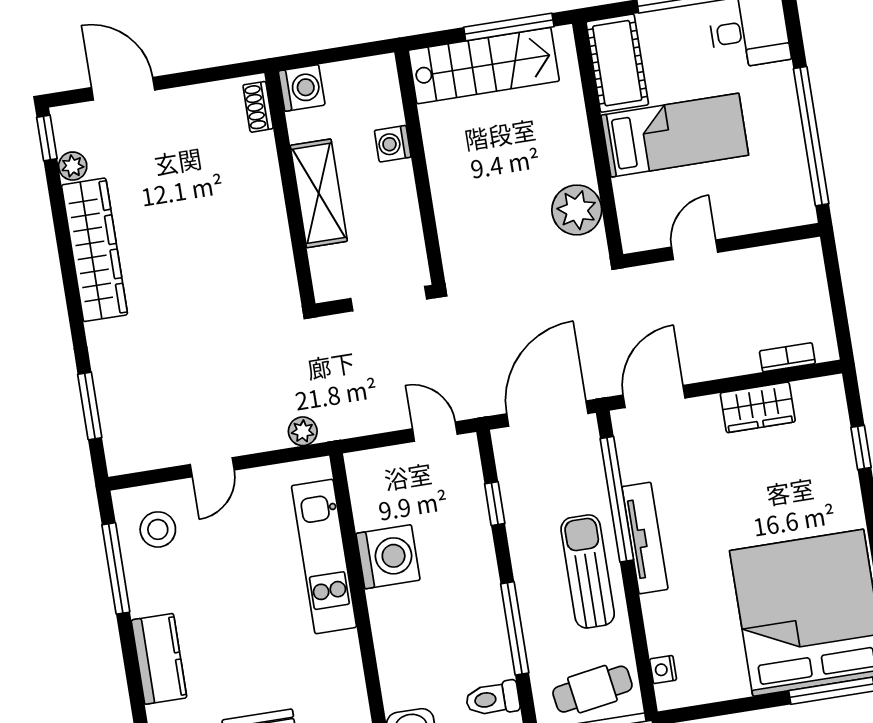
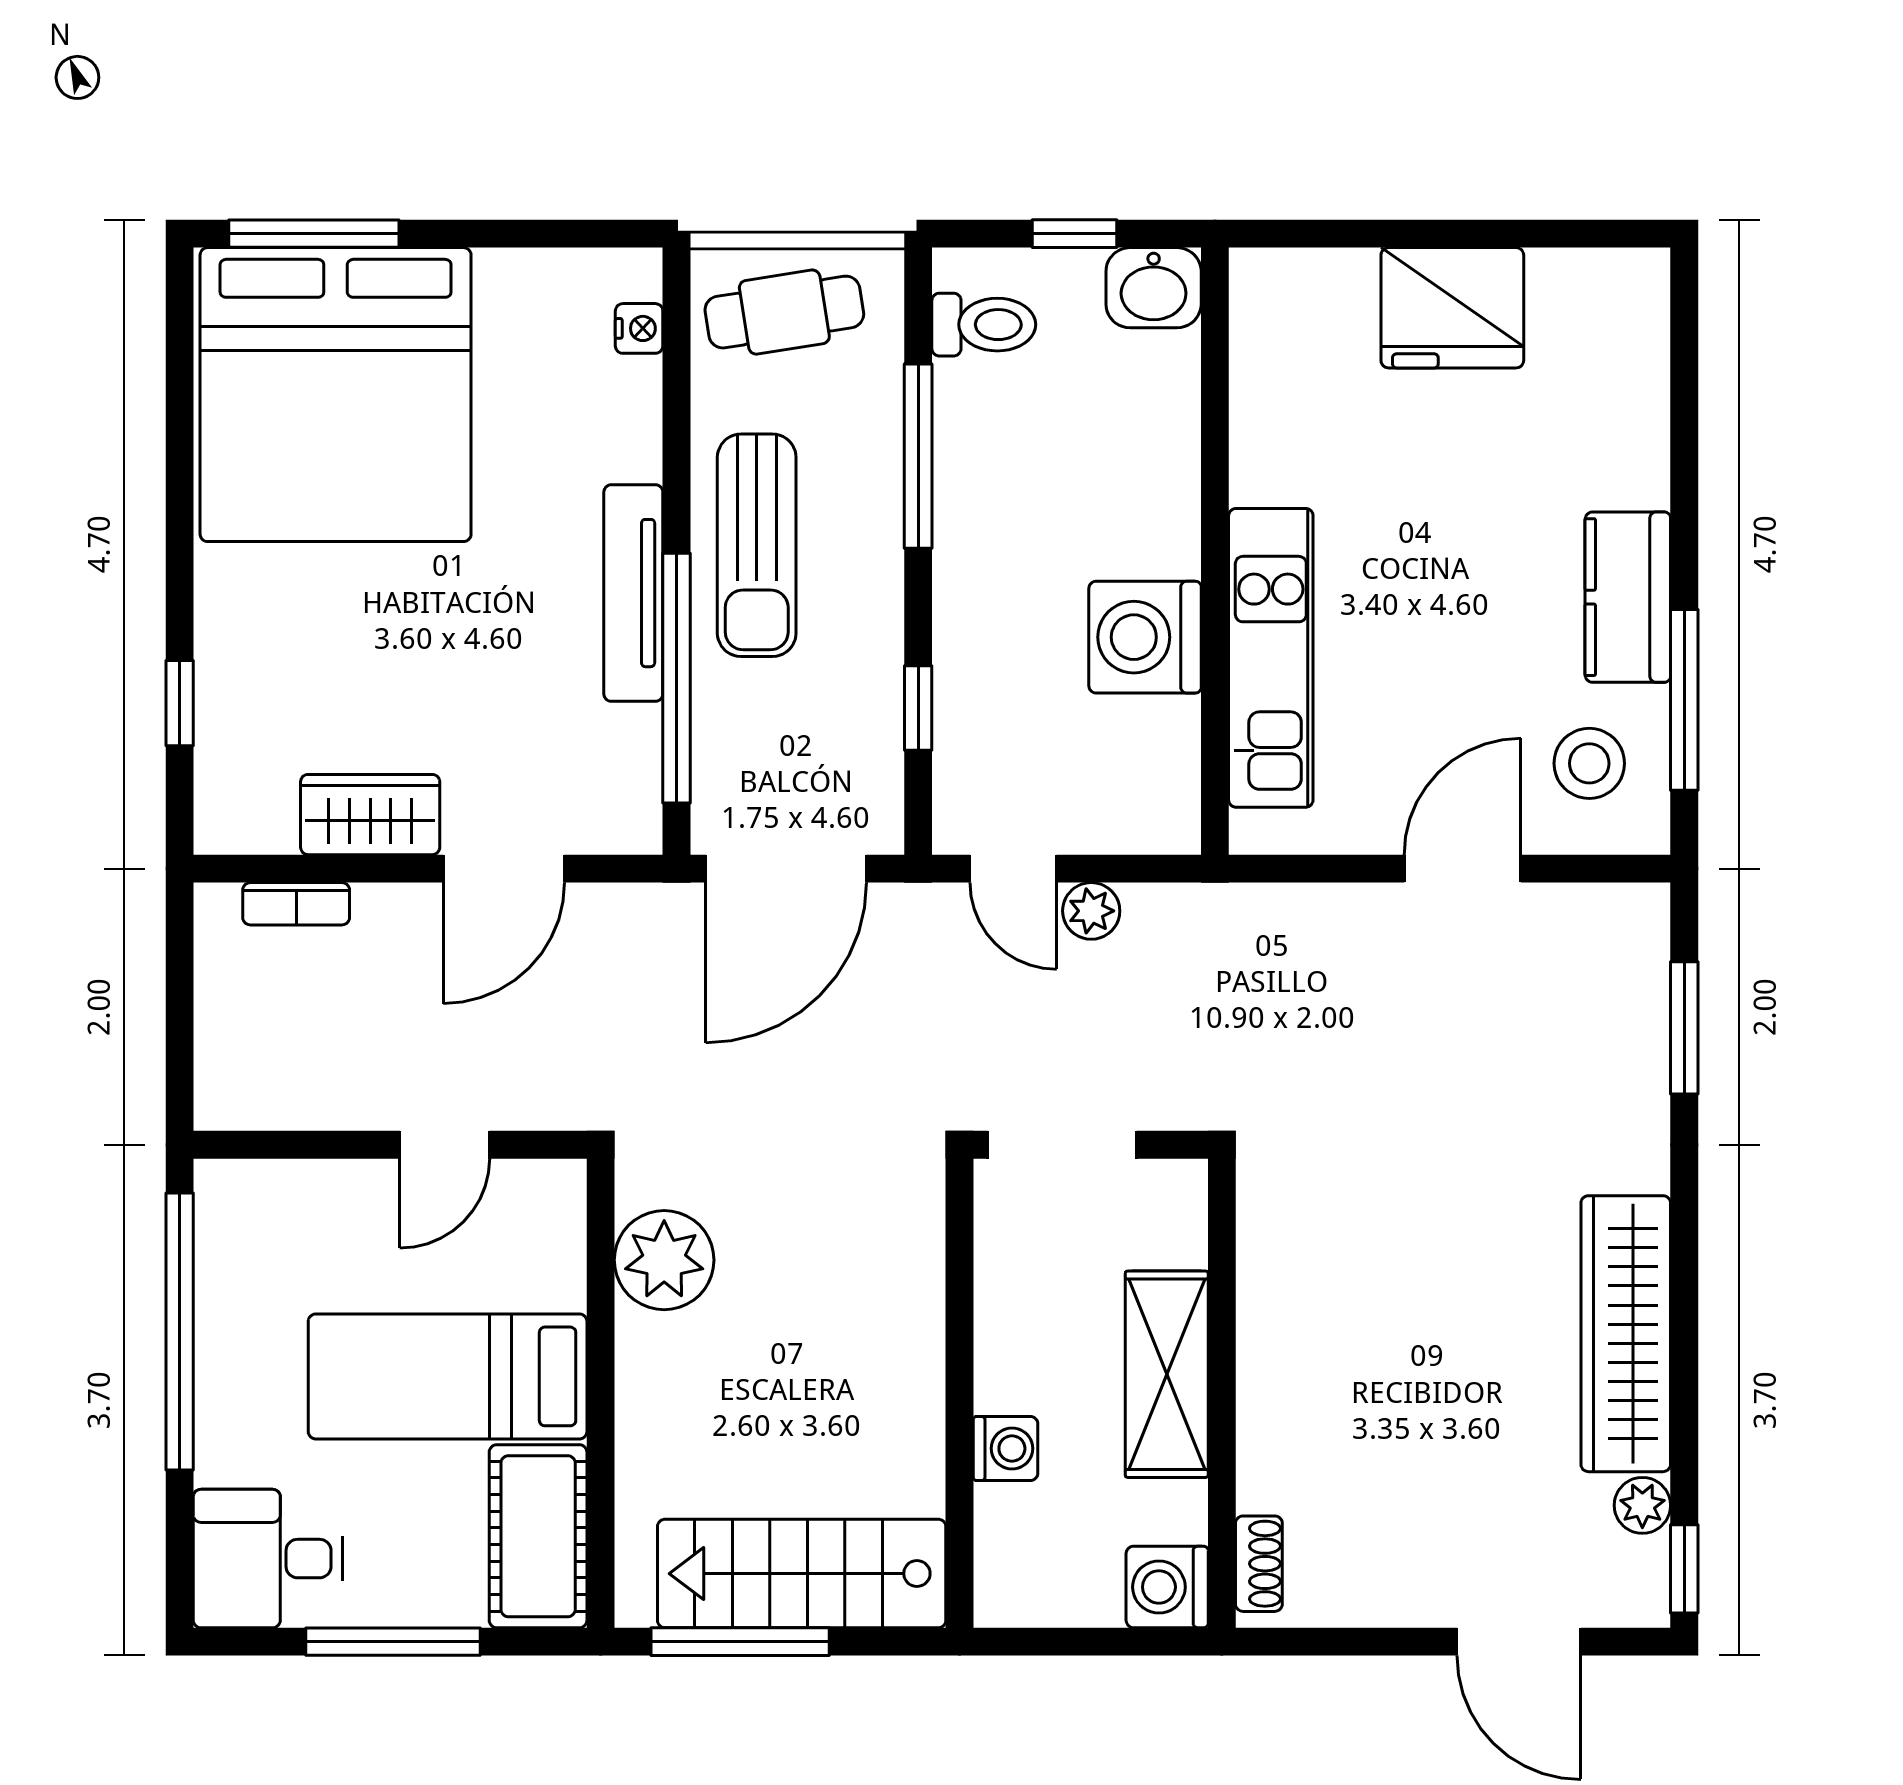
door: (654, 396) -> (504, 869), moved
plant: (303, 431) -> (1091, 911), moved
door: (212, 467) -> (1463, 869), width x1.38
kitchen counter: (159, 659) -> (1628, 597), moved

